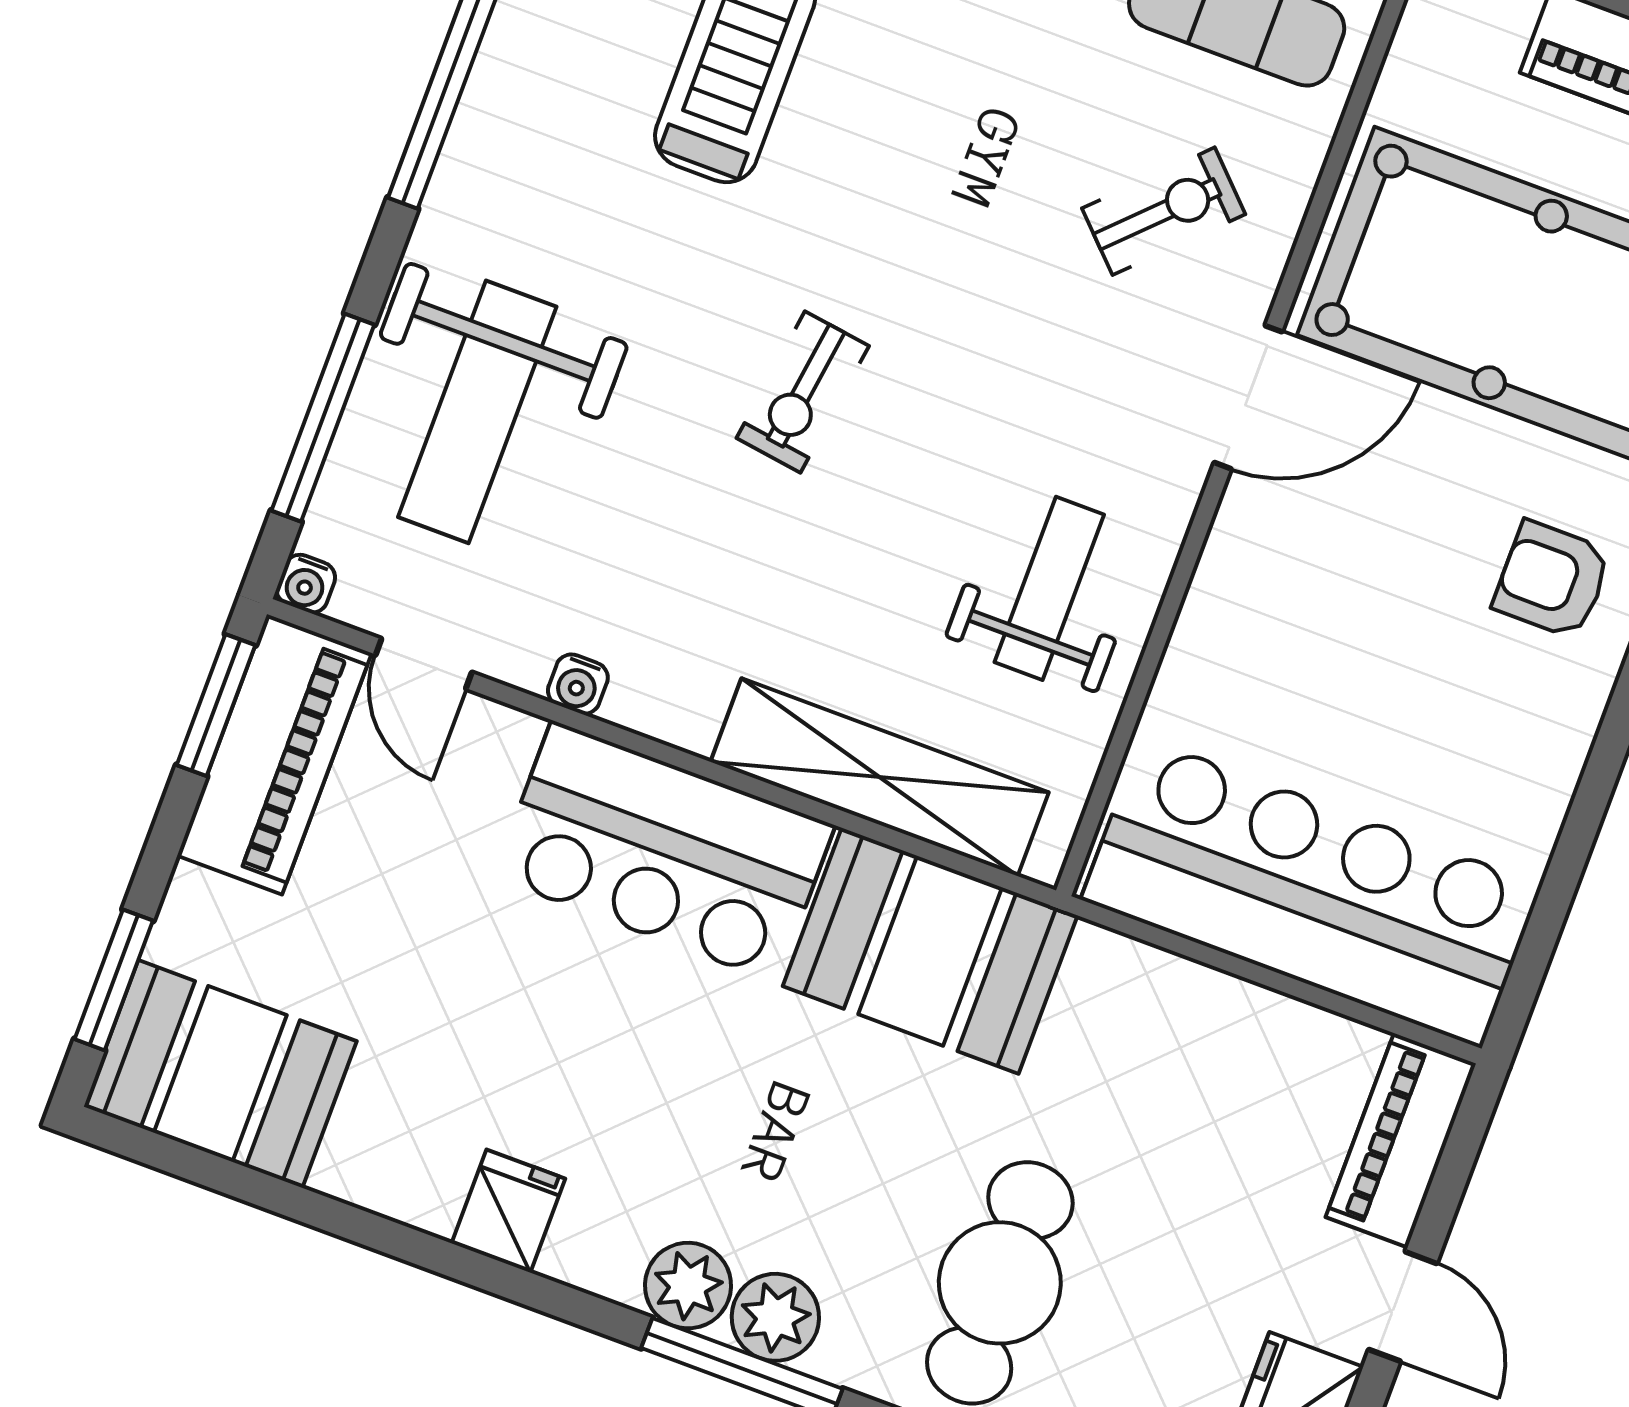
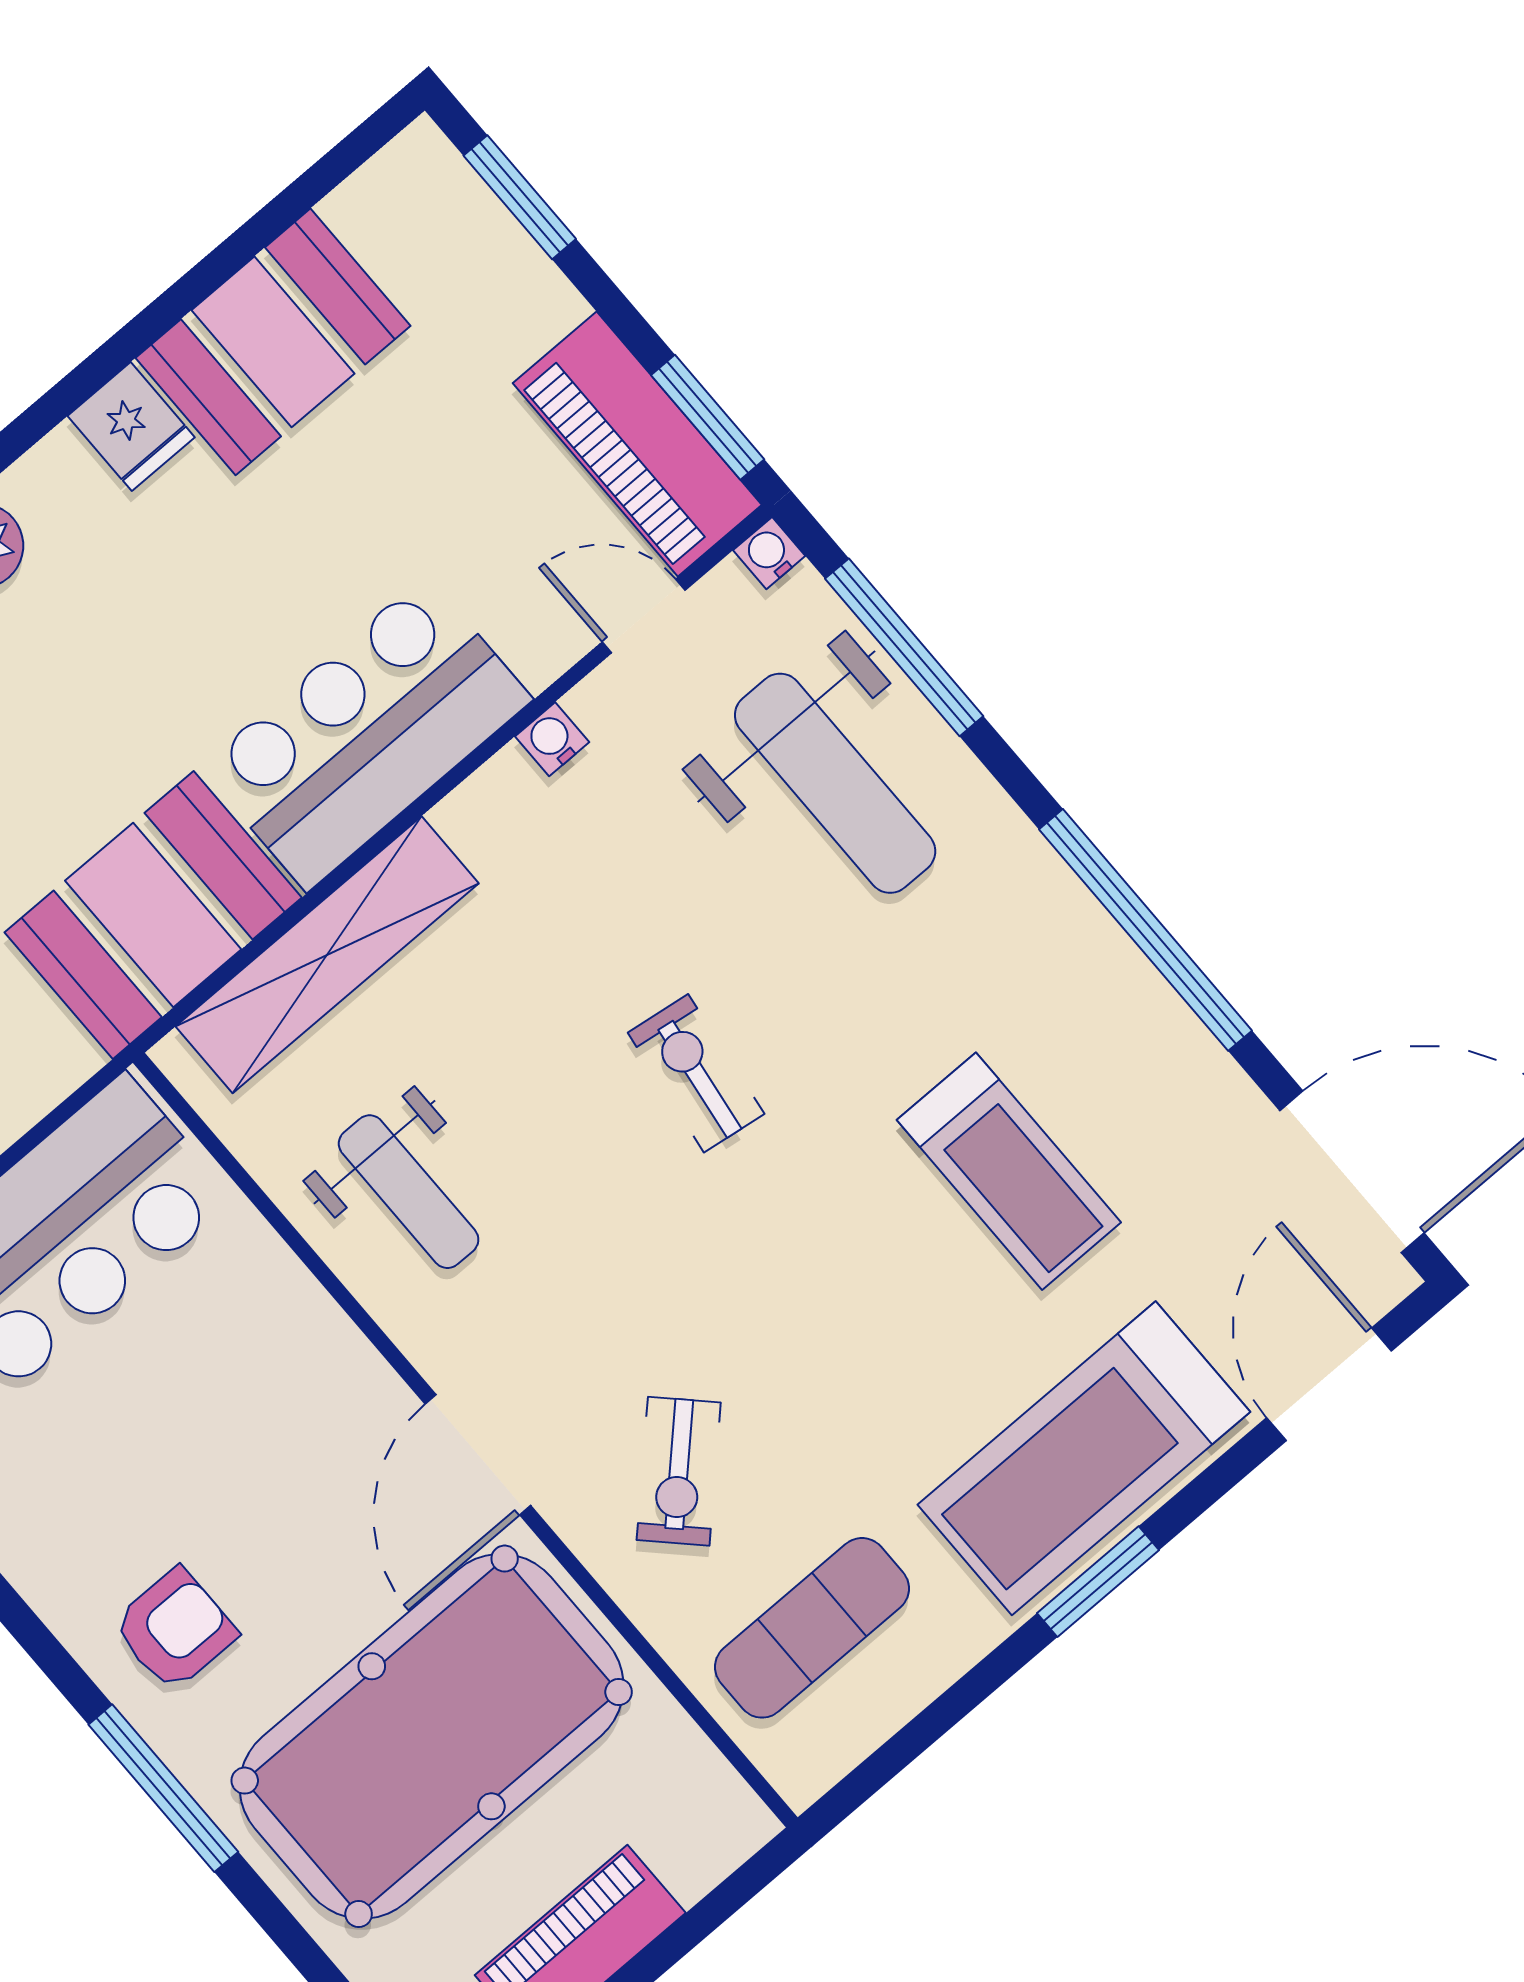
weight bench: (477, 412) -> (835, 783), turned 180
booth: (220, 1074) -> (273, 342), moved

